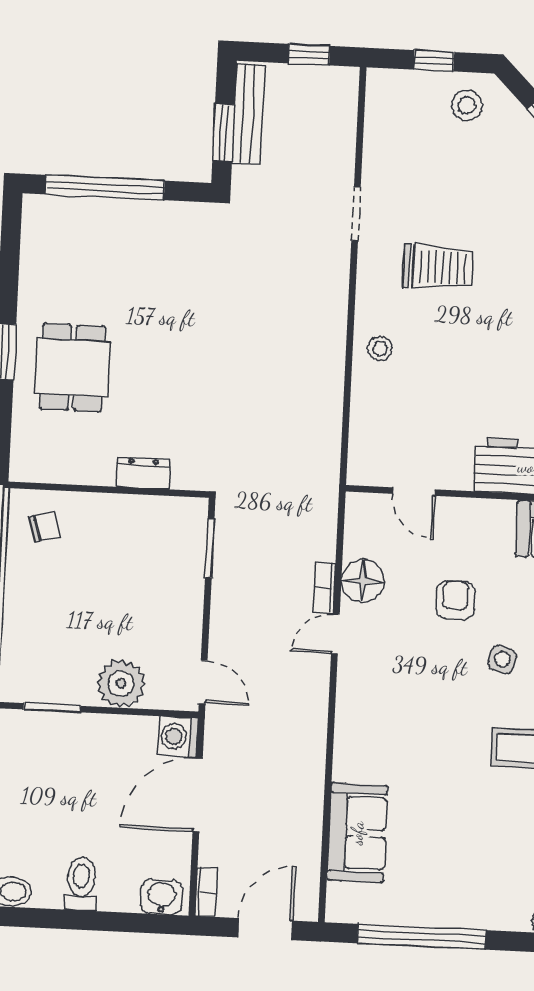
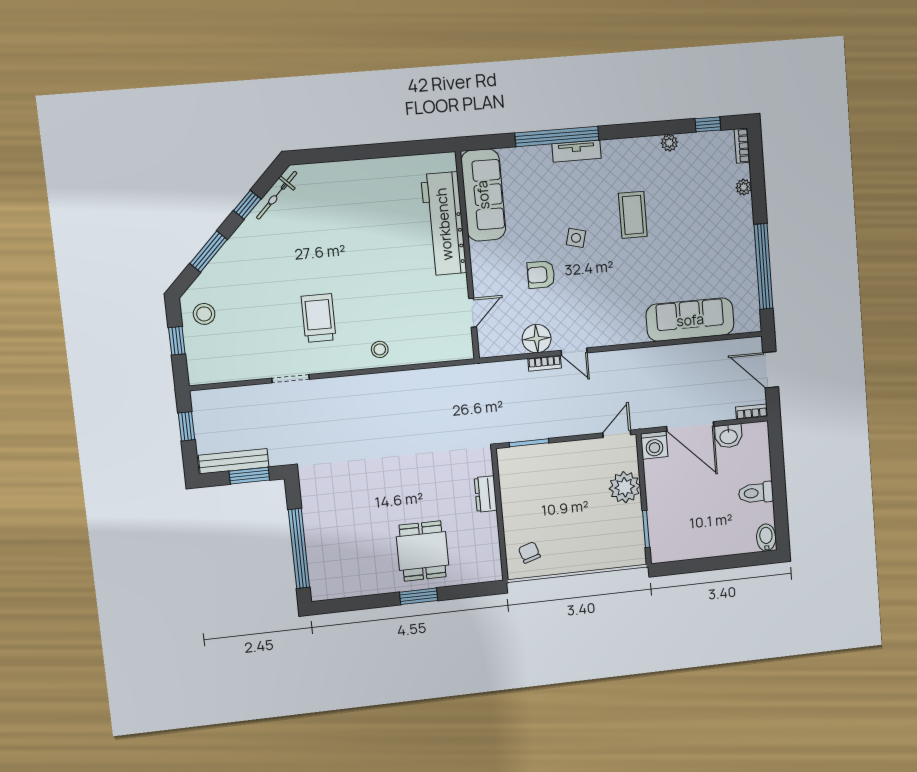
dining table: (72, 368) -> (423, 551), turned 90
sofa: (357, 833) -> (690, 320), width x1.36
washbasin: (162, 897) -> (729, 436), moved, turned -90

